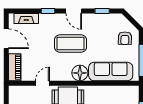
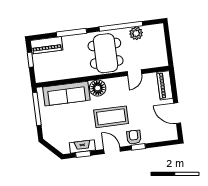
fireplace: (26, 19) -> (82, 146), moved
armchair: (125, 38) -> (134, 137), moved

